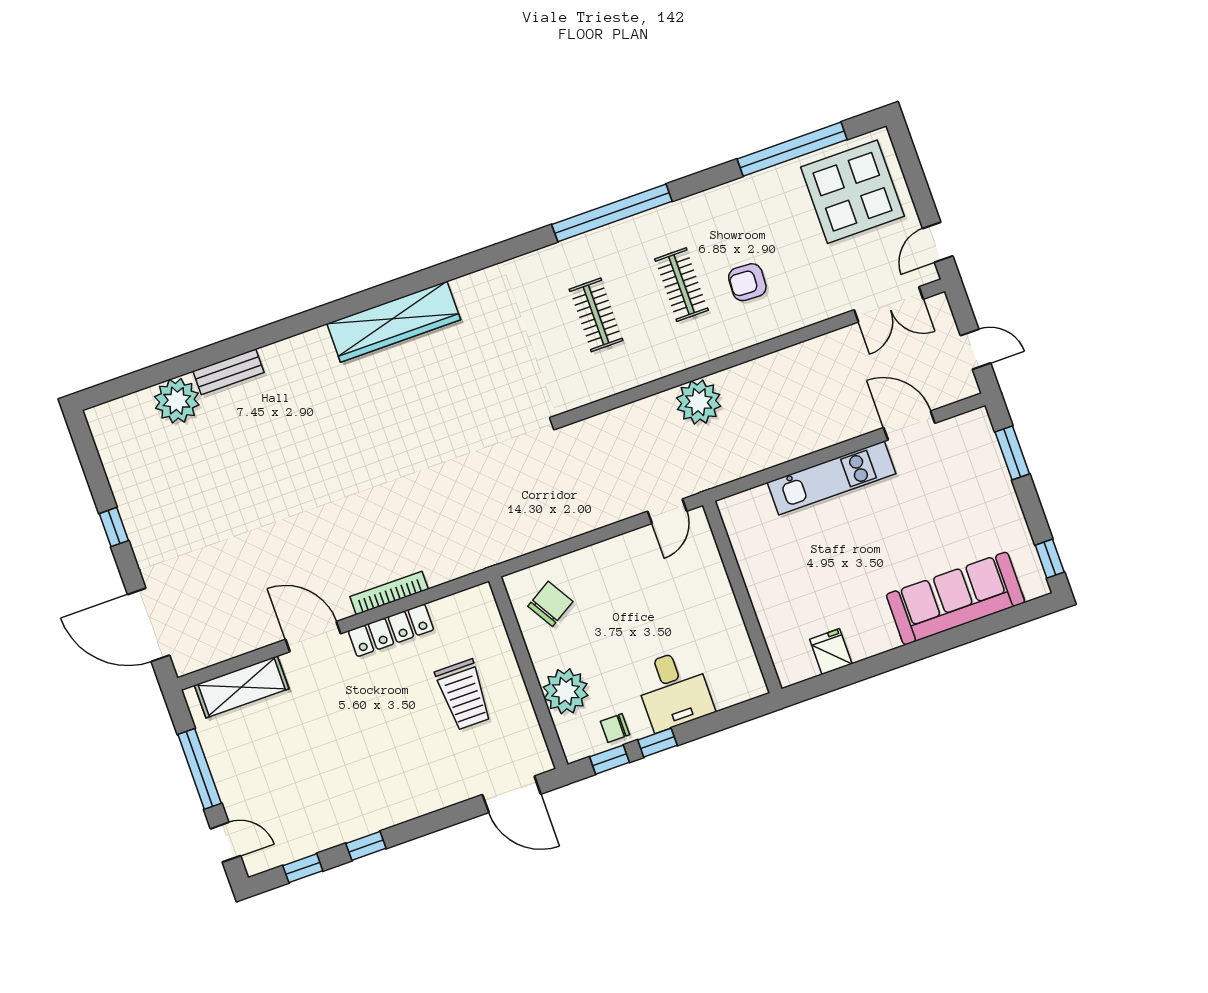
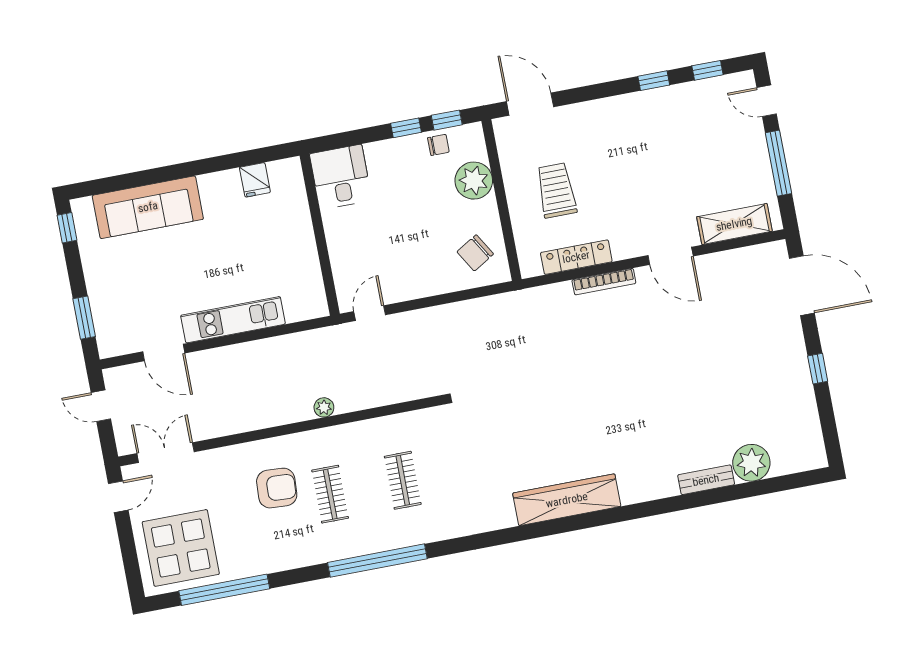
armchair: (747, 282) -> (277, 488), width x1.38, depth x1.38
plant: (699, 402) -> (324, 407), width x0.53, depth x0.53
locker: (391, 630) -> (576, 257), moved
desk: (674, 690) -> (341, 177), moved

